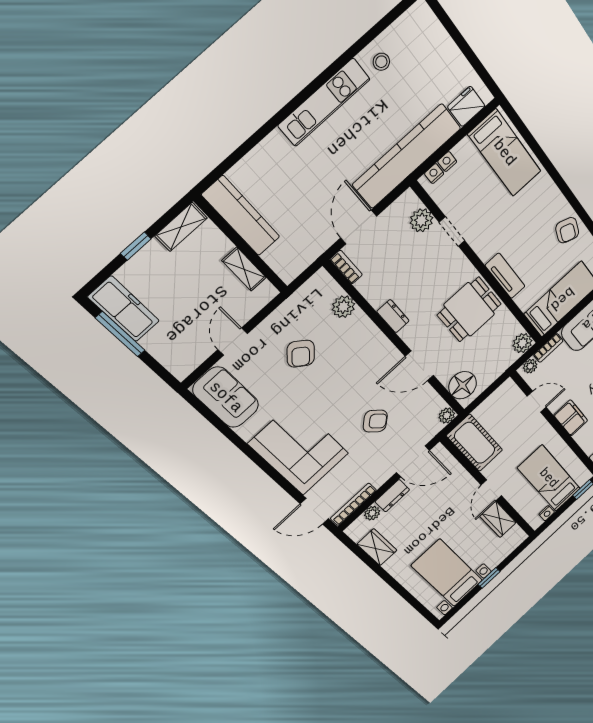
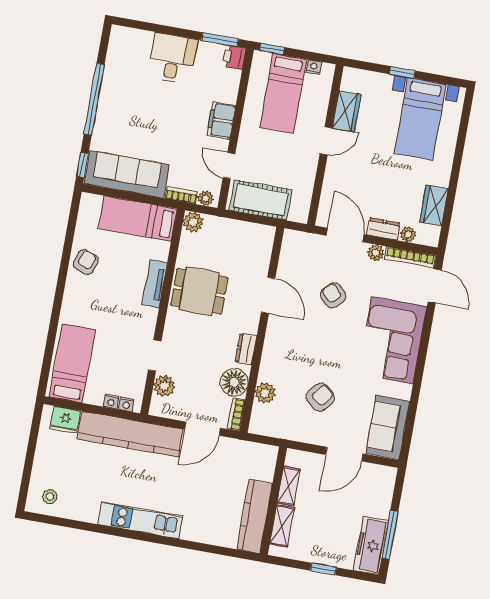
stool: (381, 62) -> (50, 497), moved
shelving: (181, 227) -> (282, 526), moved, turned 90
door: (233, 342) -> (344, 454), width x1.38
floor lamp: (463, 385) -> (234, 382), moved
plant: (447, 416) -> (376, 253), moved
cot: (475, 443) -> (261, 200), moved, turned 90

